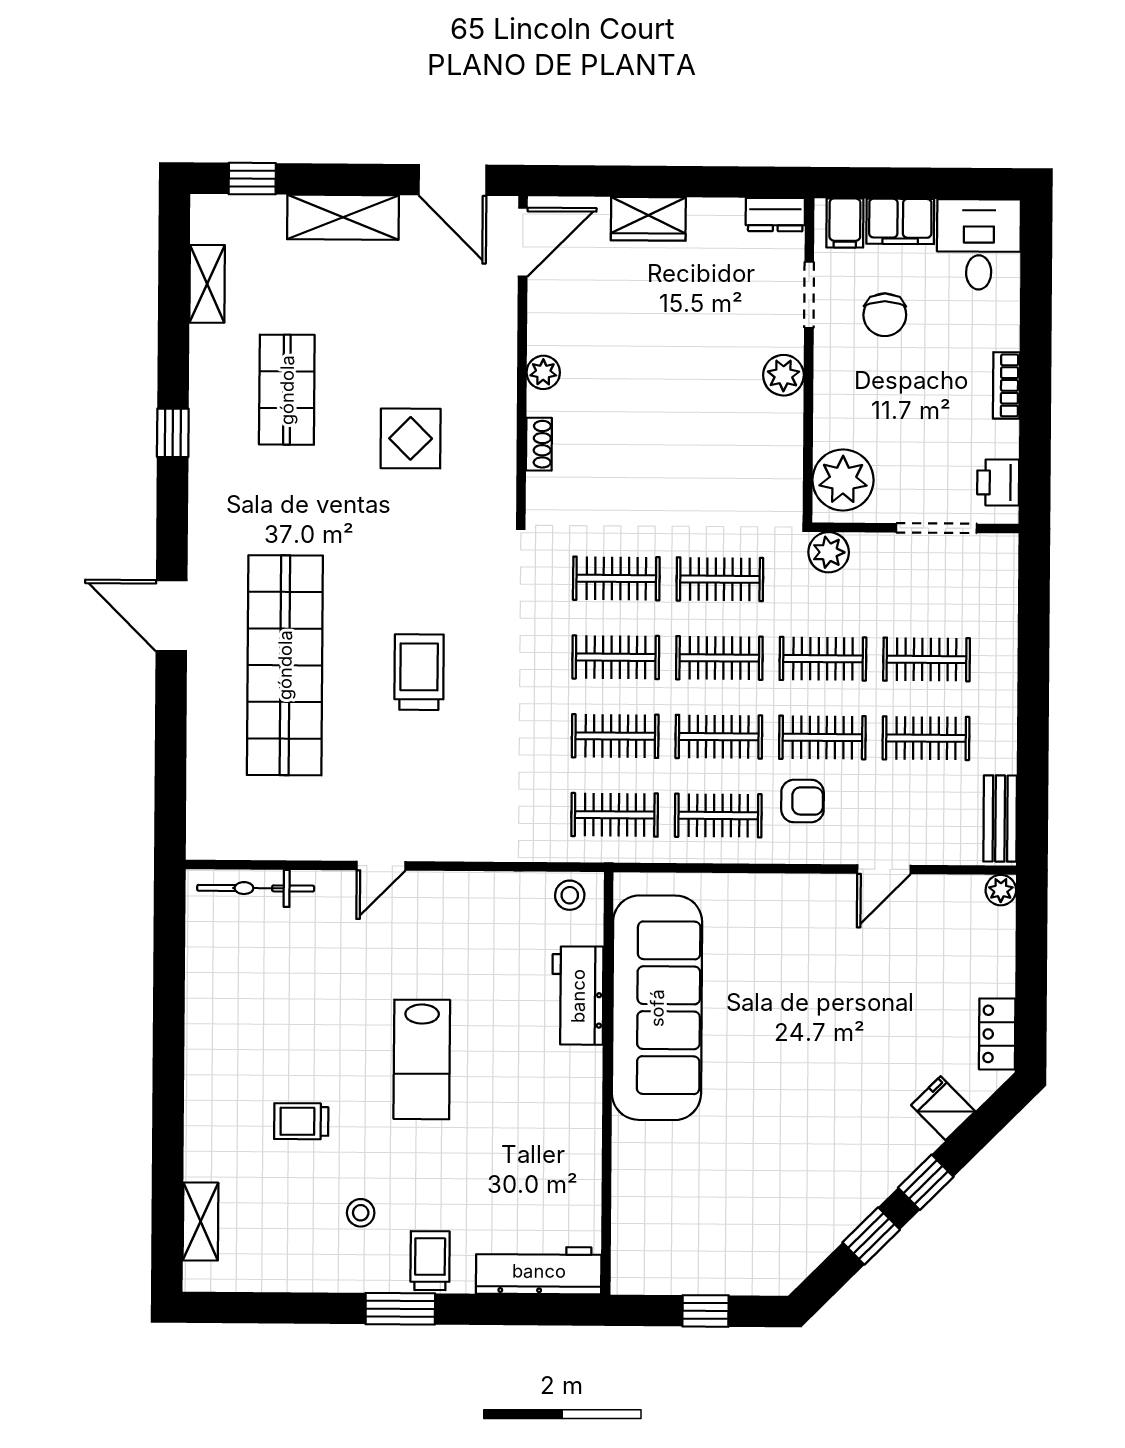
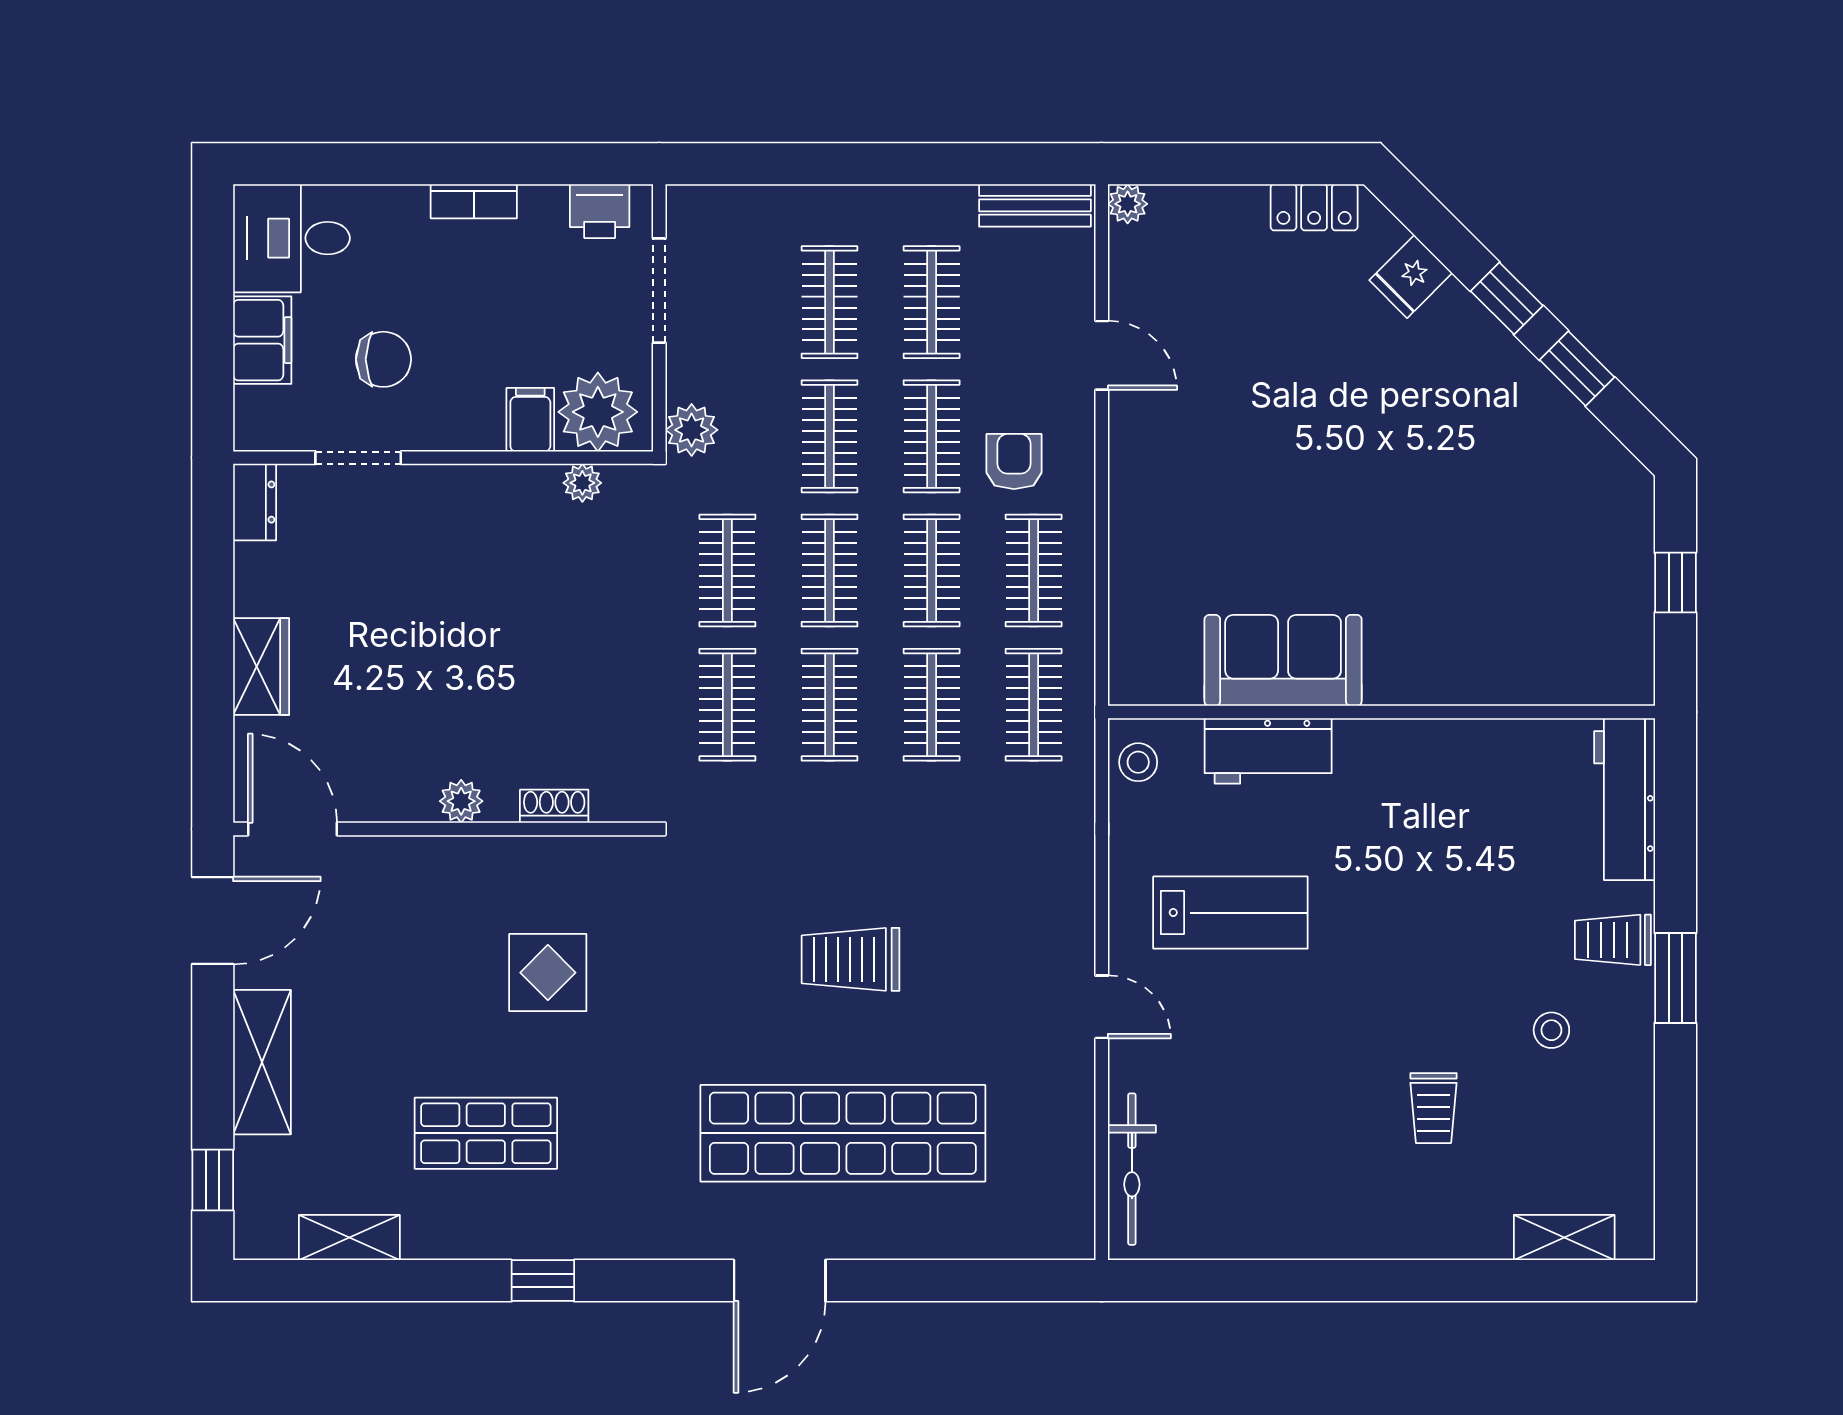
filing cabinet: (845, 223) -> (530, 420), moved, turned -90
plant: (783, 375) -> (582, 483), moved, width x0.73, depth x0.73
sofa: (657, 1008) -> (1283, 660), width x0.54, depth x0.79
lab bench: (422, 1059) -> (1230, 913), moved

